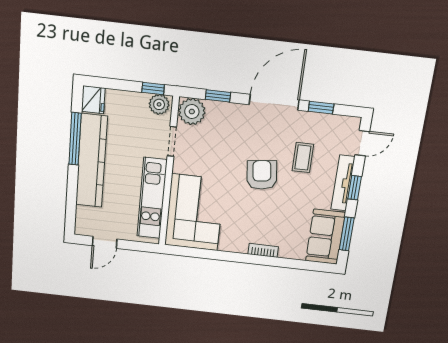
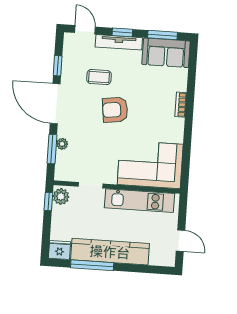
window: (218, 96) -> (52, 149), width x1.50
plant: (192, 112) -> (62, 144), moved, width x0.53, depth x0.53

